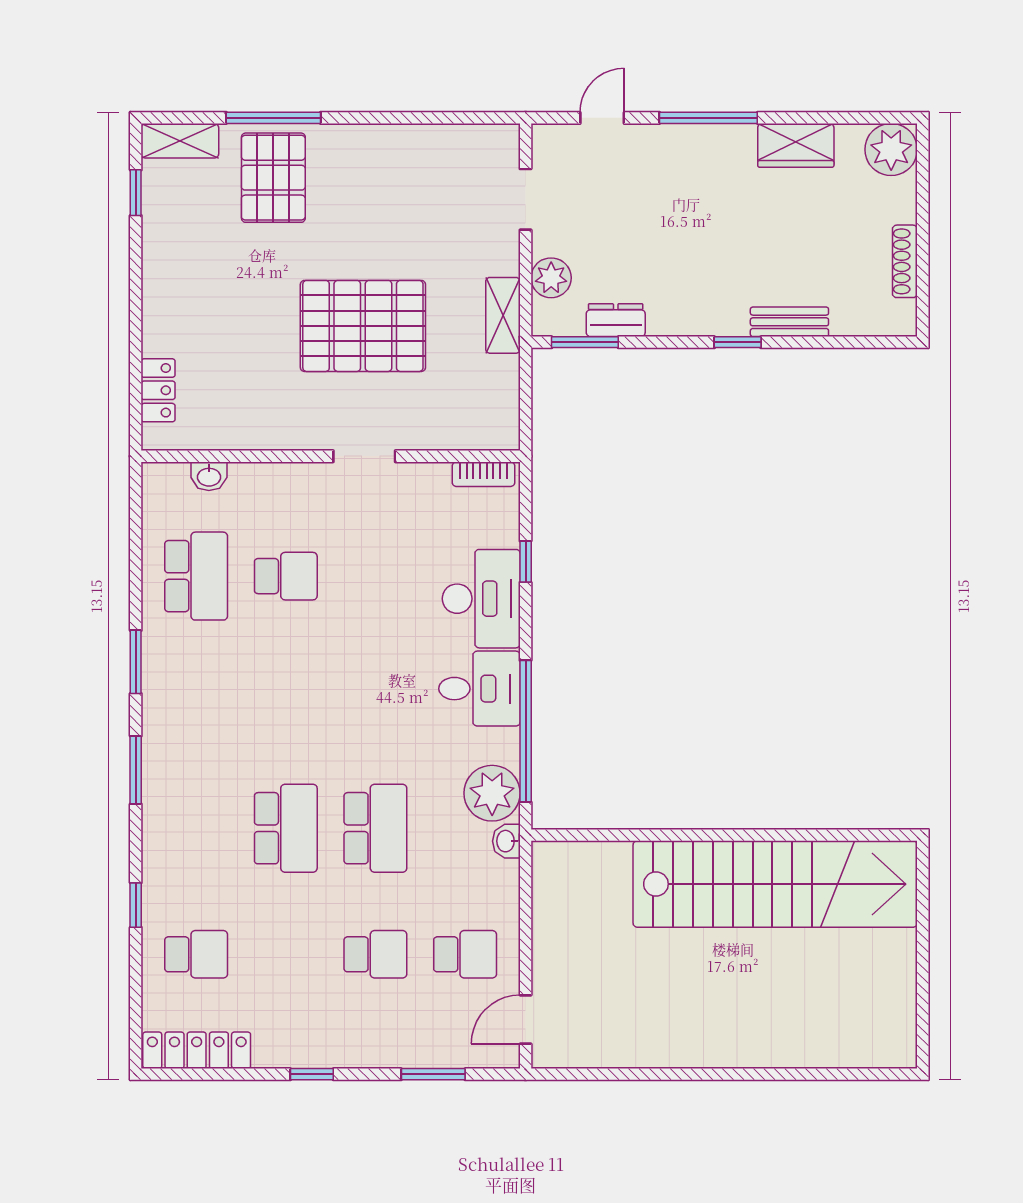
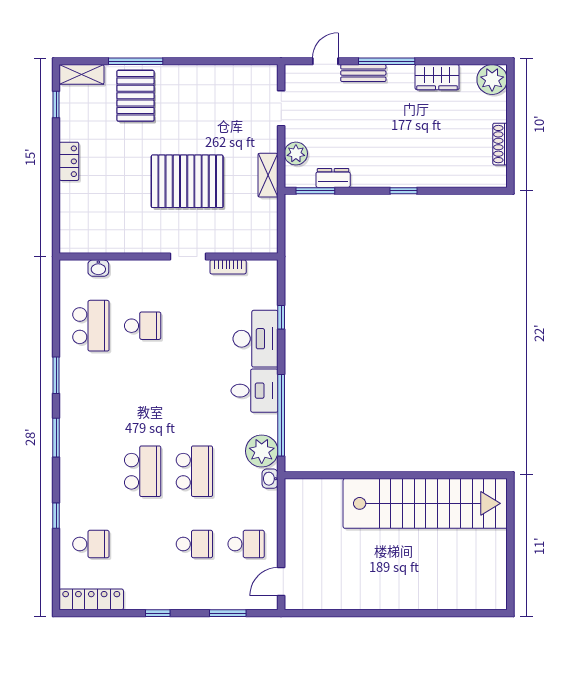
bench: (789, 322) -> (363, 73), moved
locker: (158, 390) -> (69, 161), moved
bookcase: (483, 474) -> (228, 267), moved

